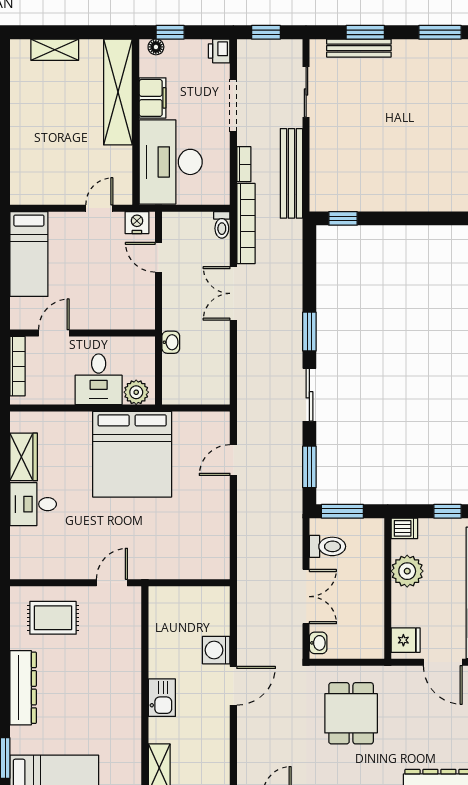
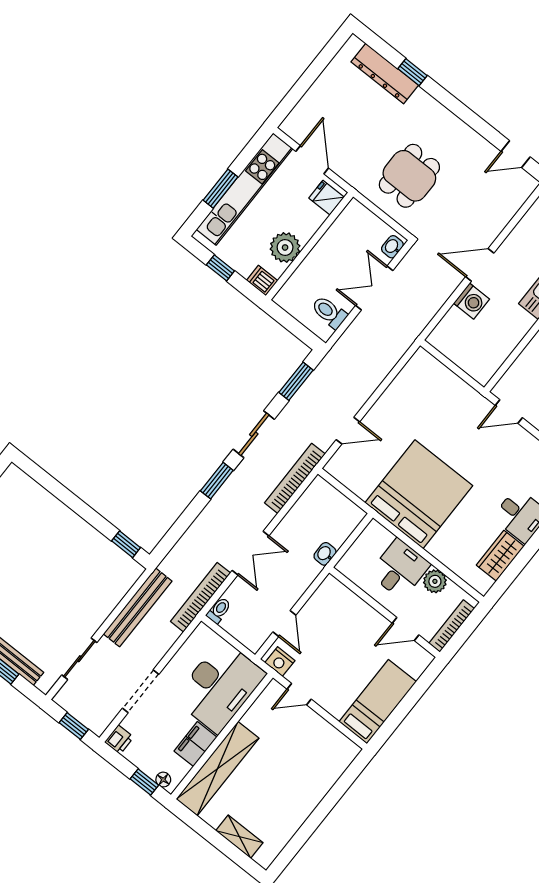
bookcase: (244, 164) -> (295, 478), moved, width x2.31, depth x1.31
plant: (136, 392) -> (435, 581), moved
window: (342, 511) -> (298, 329), removed

